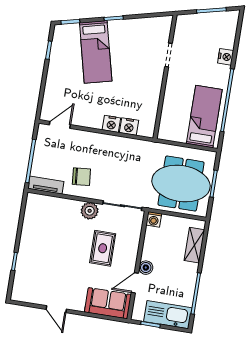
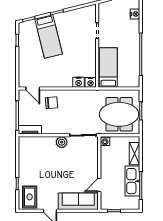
nightstand: (226, 57) -> (135, 14), moved
bed: (204, 116) -> (108, 68), moved
nightstand: (111, 124) -> (91, 82), moved
door: (60, 125) -> (33, 88), swing flipped
chair: (81, 177) -> (52, 103), moved
rug: (103, 248) -> (30, 197), moved
boiler: (146, 268) -> (105, 174), removed
sofa: (108, 303) -> (78, 201), width x1.36
kitchen sink: (168, 315) -> (132, 181), moved, turned -90

